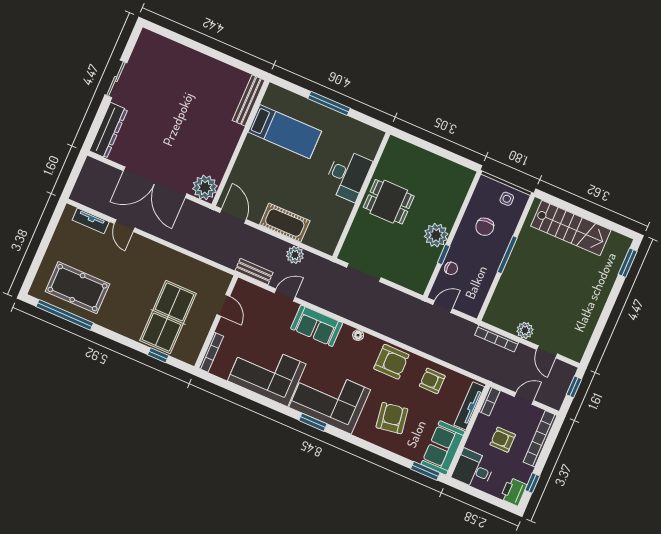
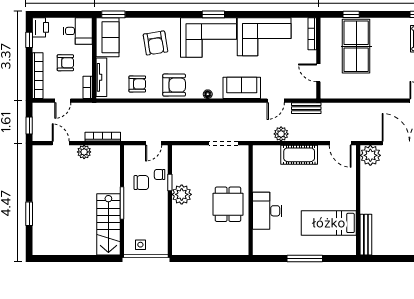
dining table: (389, 202) -> (228, 204), turned 90
chair: (485, 227) -> (141, 183), moved, turned 96
stairs: (571, 228) -> (108, 224), moved, turned -90
window: (628, 263) -> (29, 214), moved
armchair: (391, 362) -> (174, 85), turned 180

